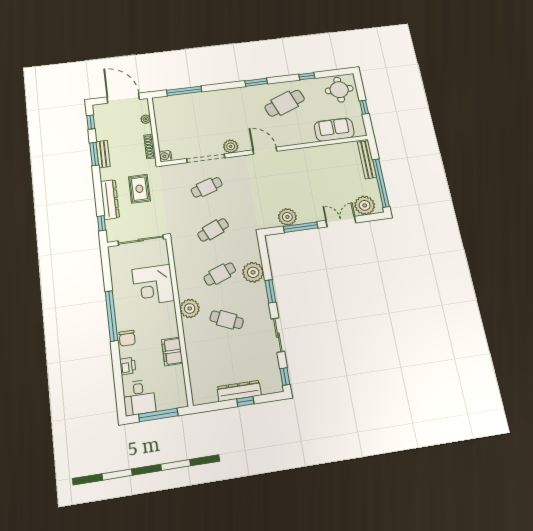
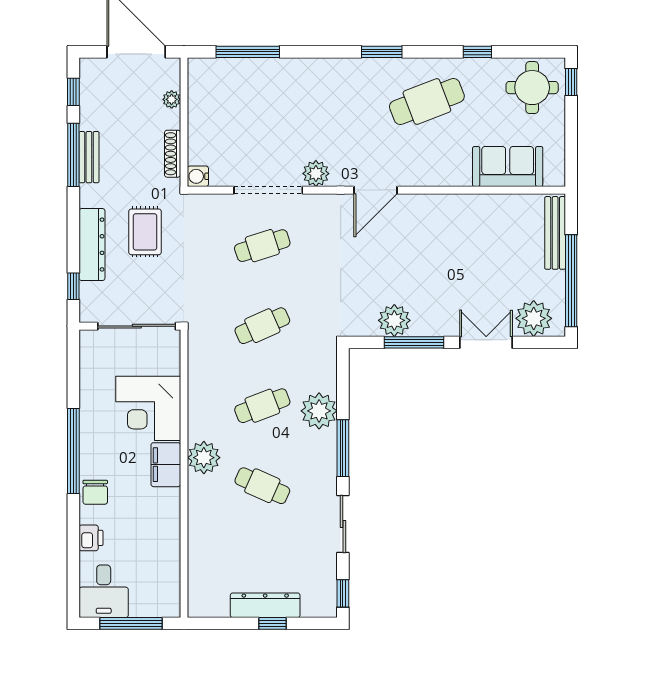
window: (364, 107) -> (571, 82), moved
door: (265, 151) -> (376, 190), swing flipped
window: (94, 154) -> (73, 155), width x1.44
window: (270, 291) -> (343, 448), width x1.44
filing cabinet: (172, 352) -> (166, 465), moved

